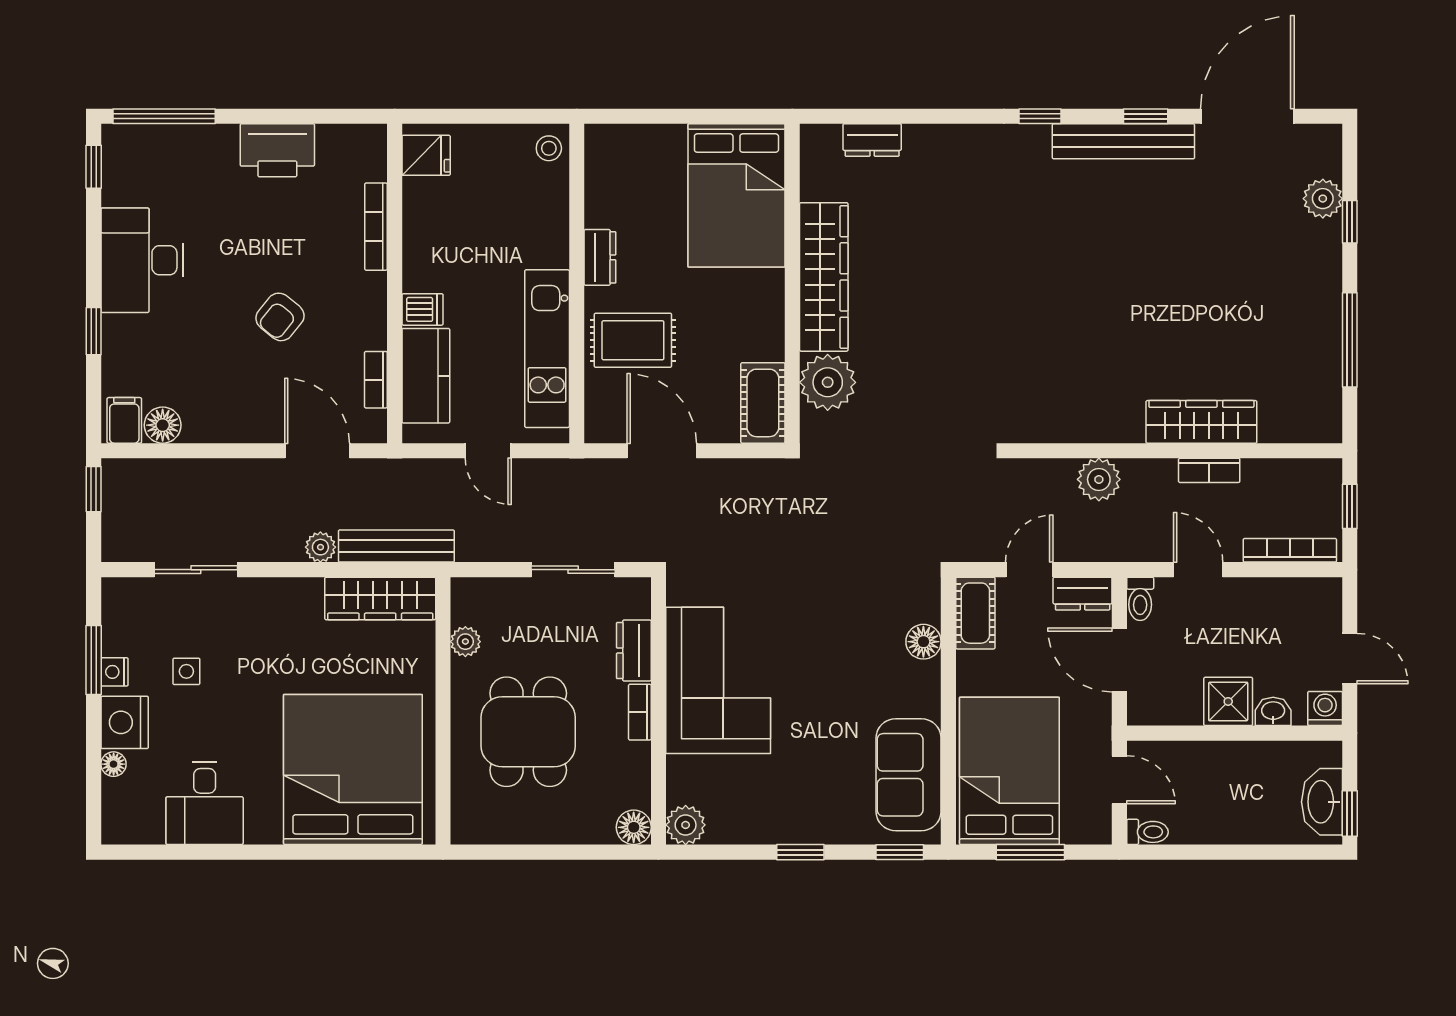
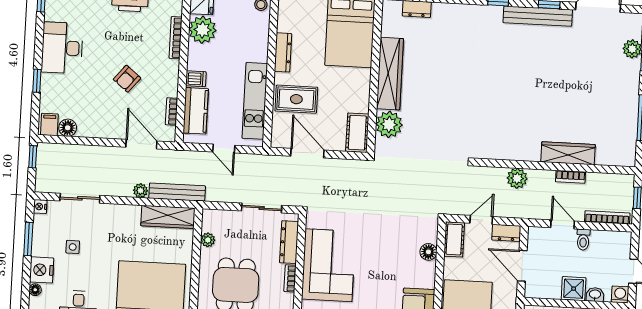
plant: (431, 207) -> (202, 30), added
dresser: (600, 257) -> (283, 52), width x1.44
toilet: (1140, 599) -> (583, 240), moved
dresser: (634, 651) -> (289, 242), width x1.44
nightstand: (114, 672) -> (40, 207), moved

